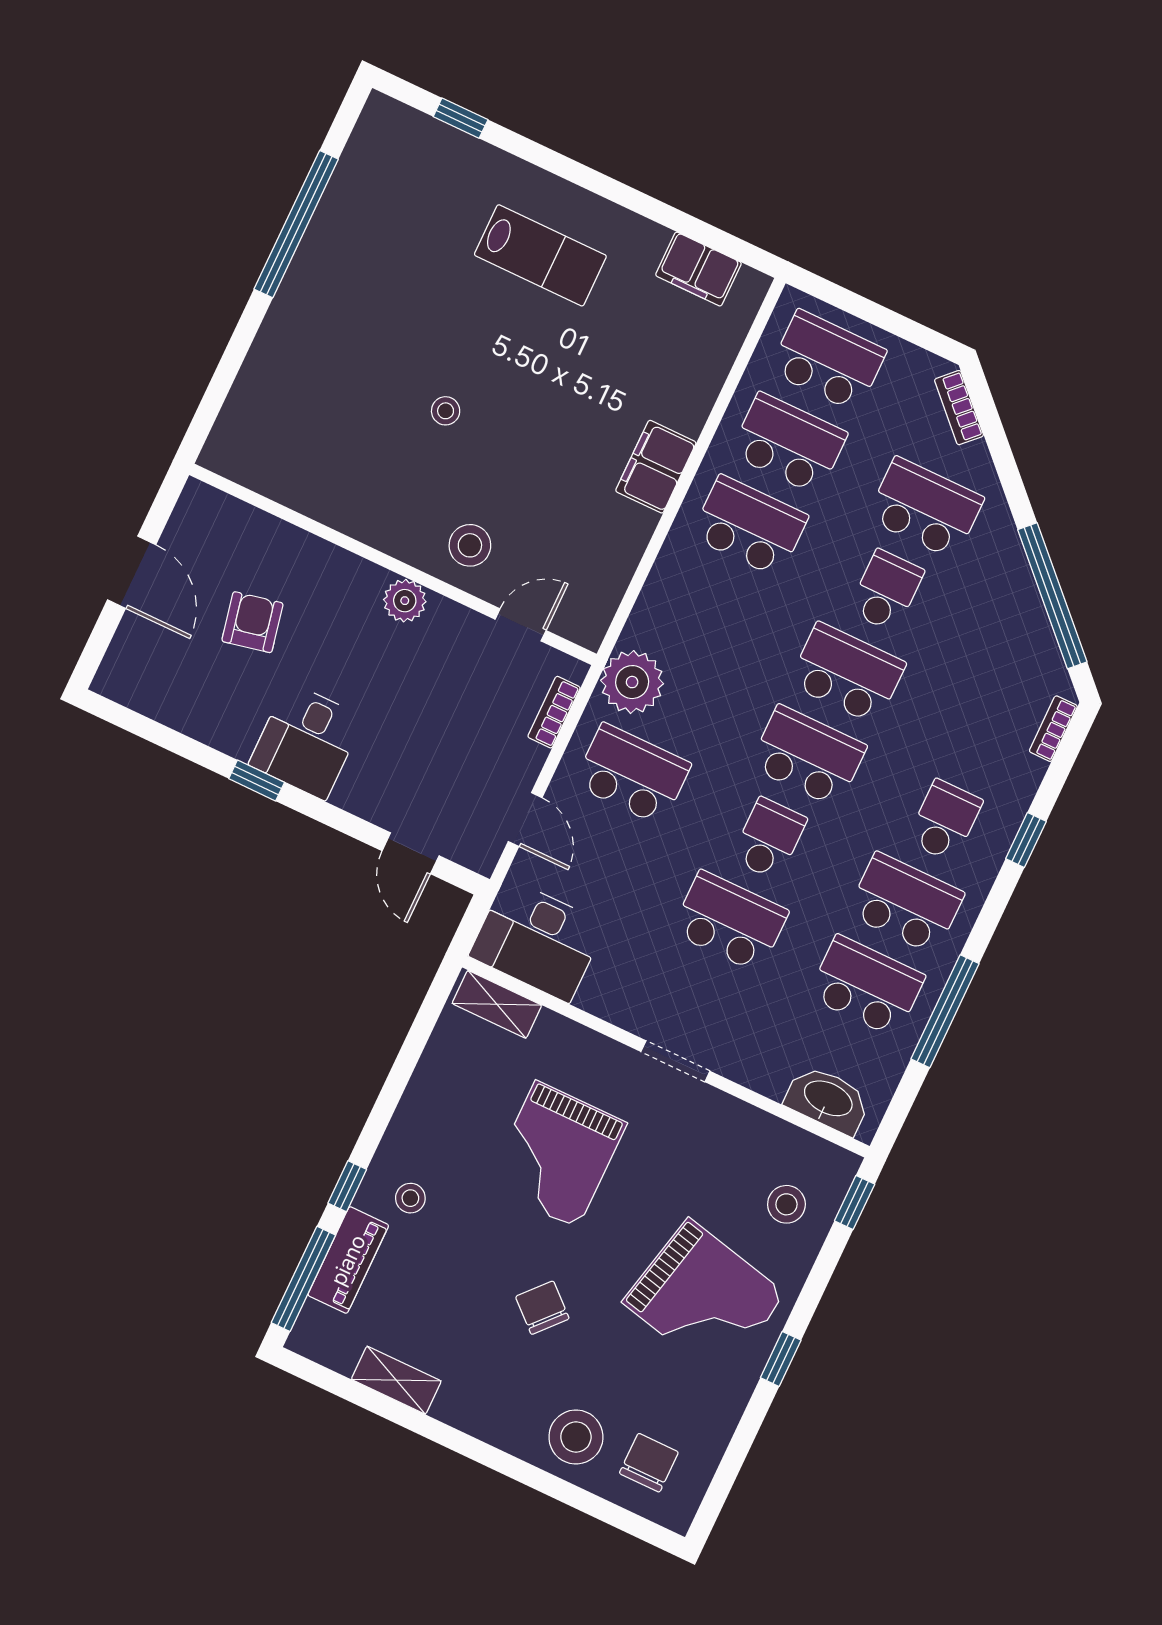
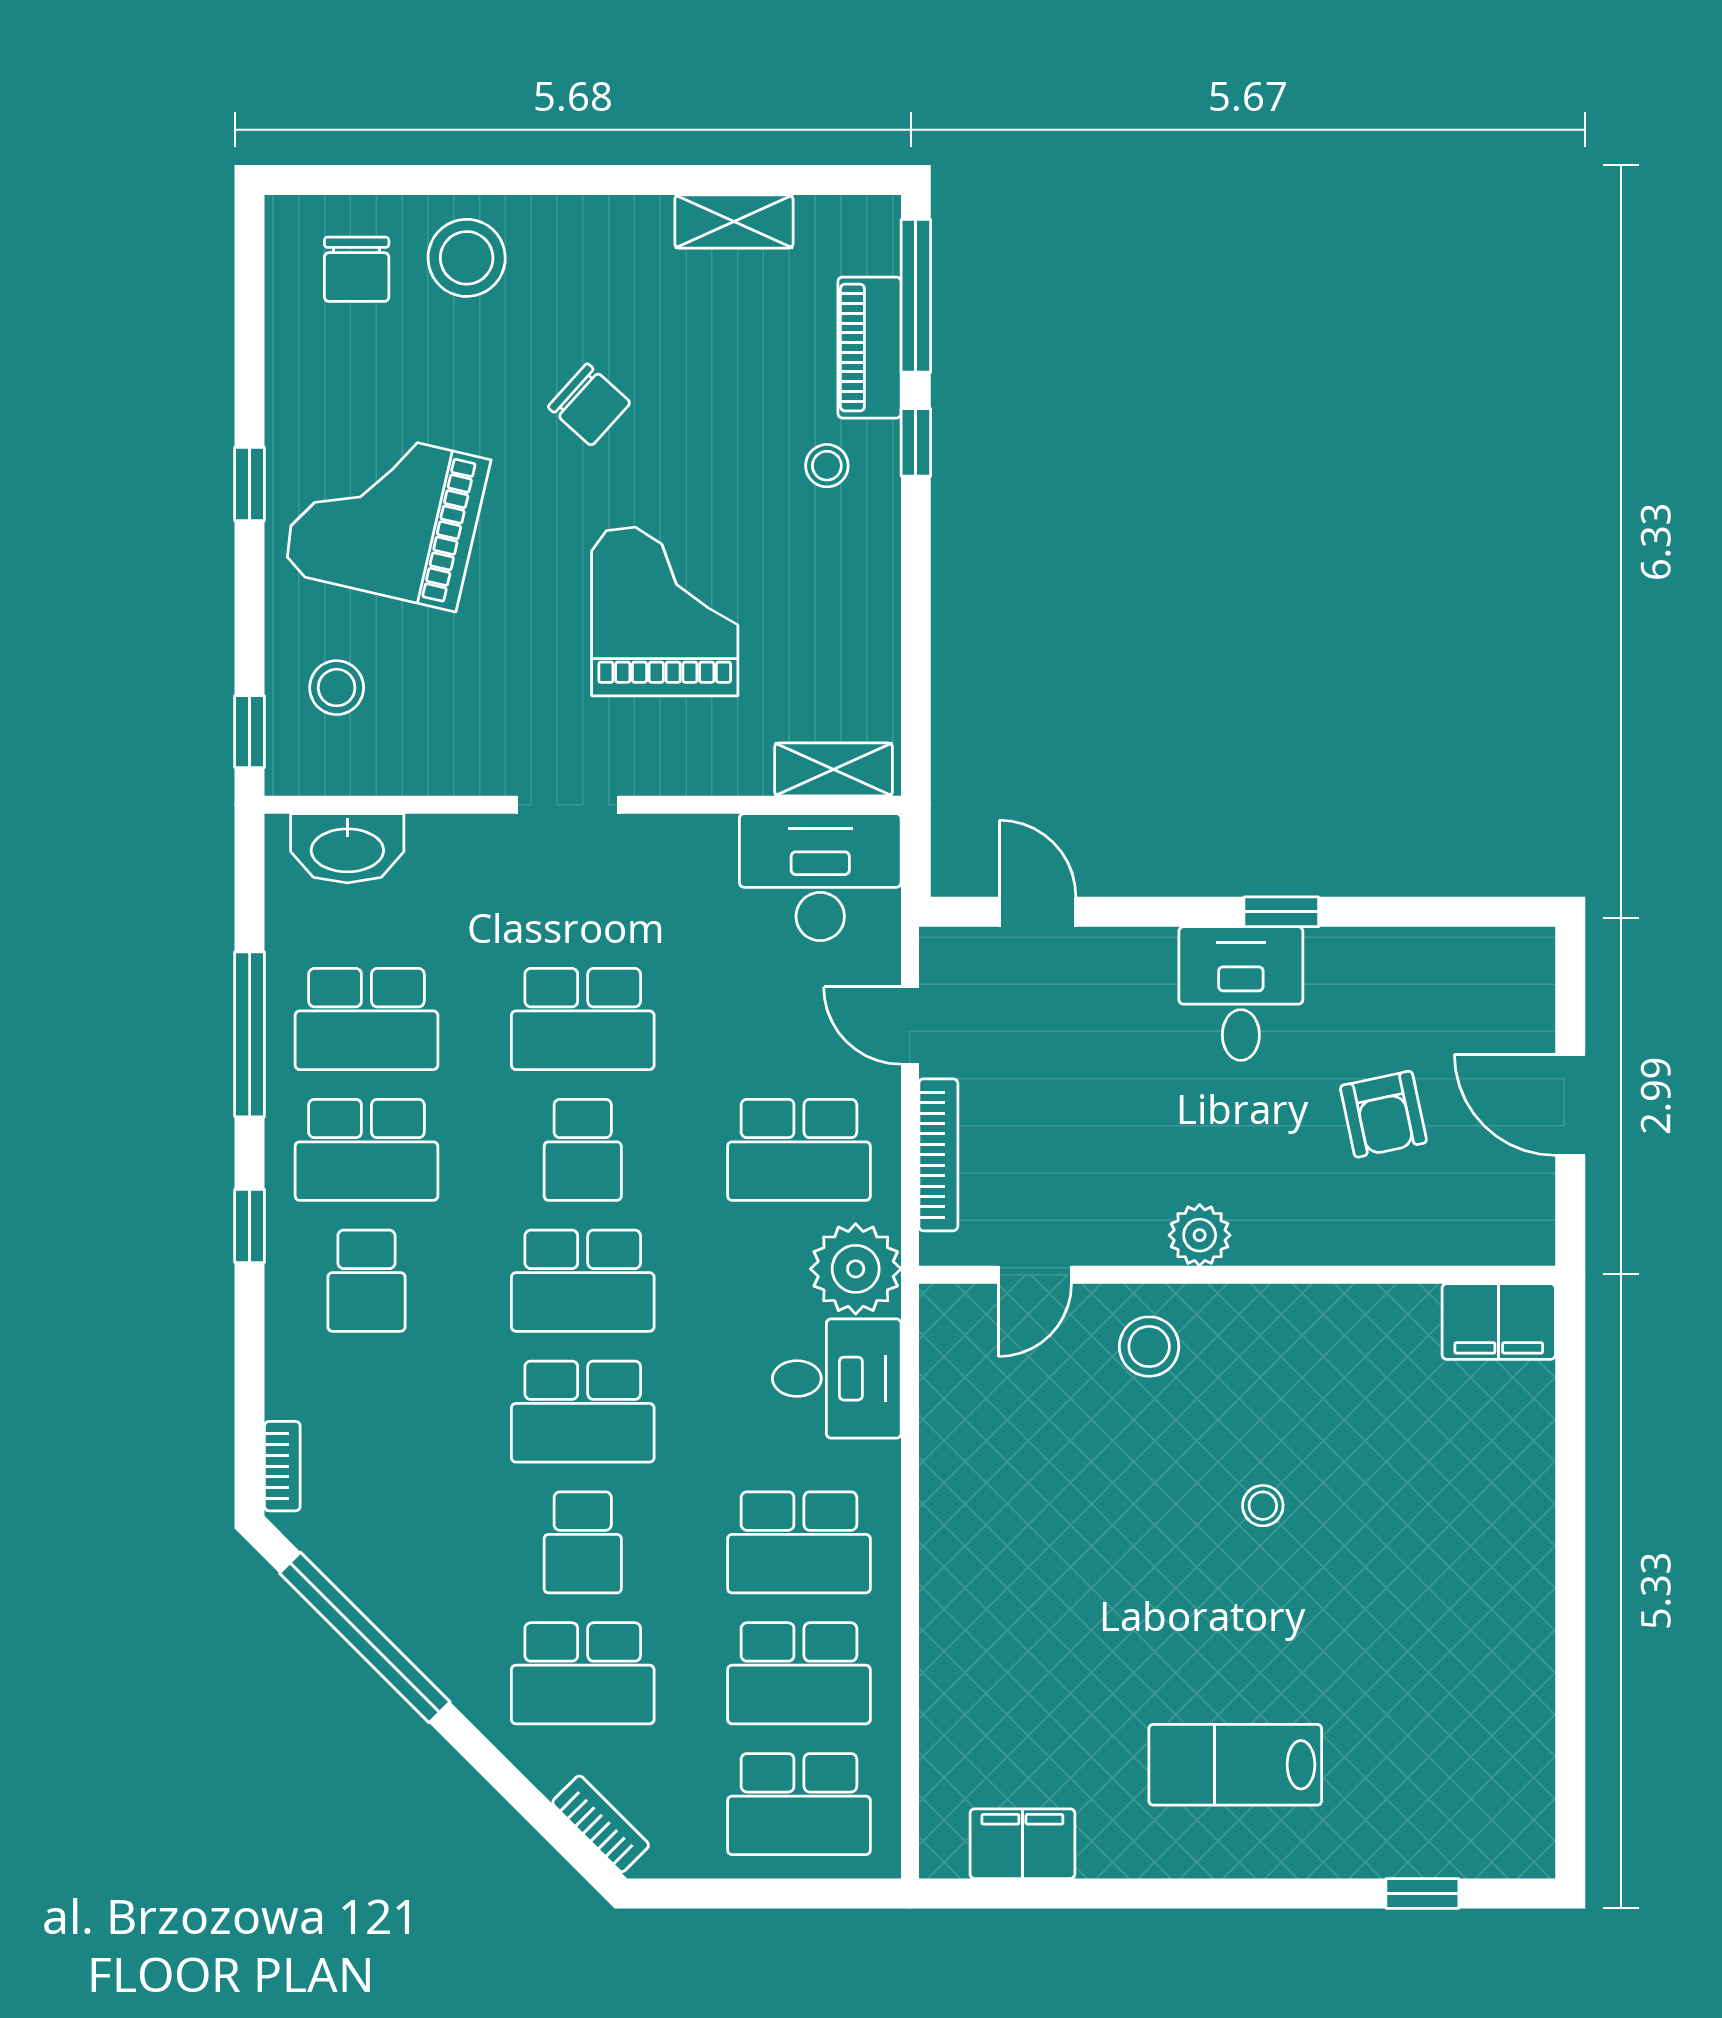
window: (296, 224) -> (1570, 1656), removed
filing cabinet: (656, 467) -> (1499, 1321), moved, turned 90
desk: (677, 618) -> (837, 1379), added
bookcase: (554, 712) -> (938, 1155), width x1.56
window: (1026, 840) -> (250, 1226), moved

